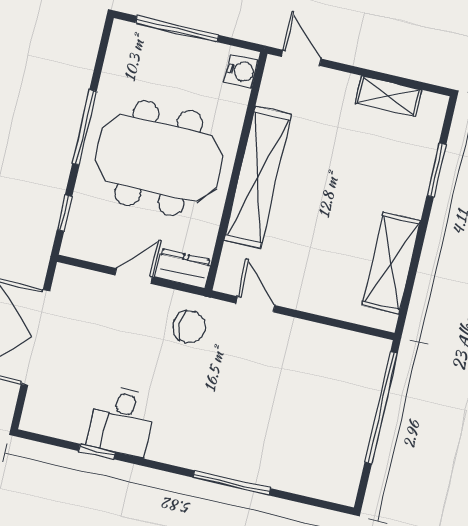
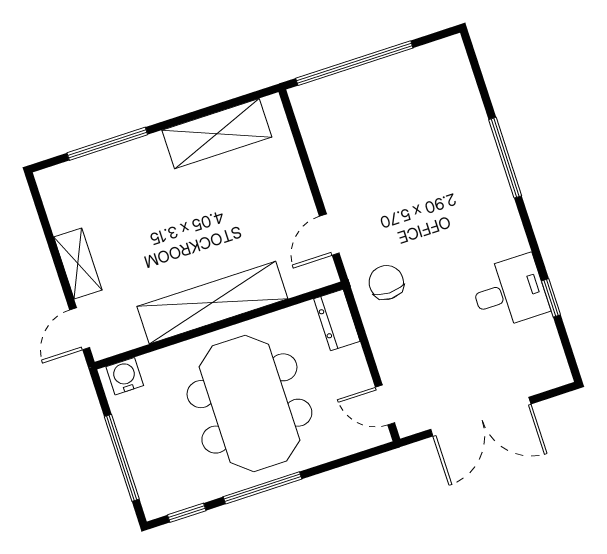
shelving: (388, 96) -> (78, 264), moved
window: (436, 170) -> (107, 144), width x1.44
window: (65, 213) -> (187, 513), moved
door: (134, 276) -> (385, 405), moved

